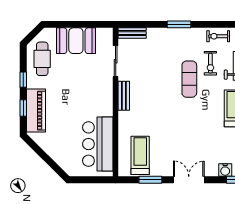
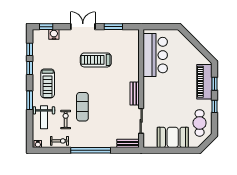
window: (179, 24) -> (91, 150), width x2.11
treadmill: (140, 155) -> (96, 60), moved, turned 90
double door: (189, 180) -> (83, 27), swing flipped

